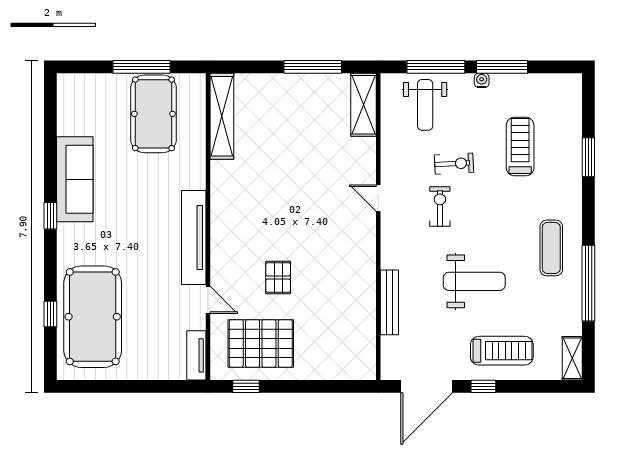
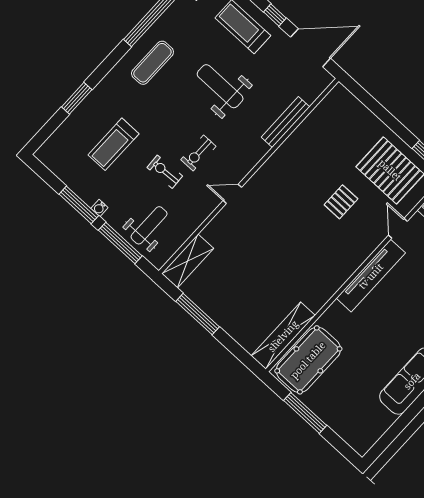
pool table: (153, 114) -> (308, 360), moved
door: (378, 198) -> (232, 194), swing flipped

